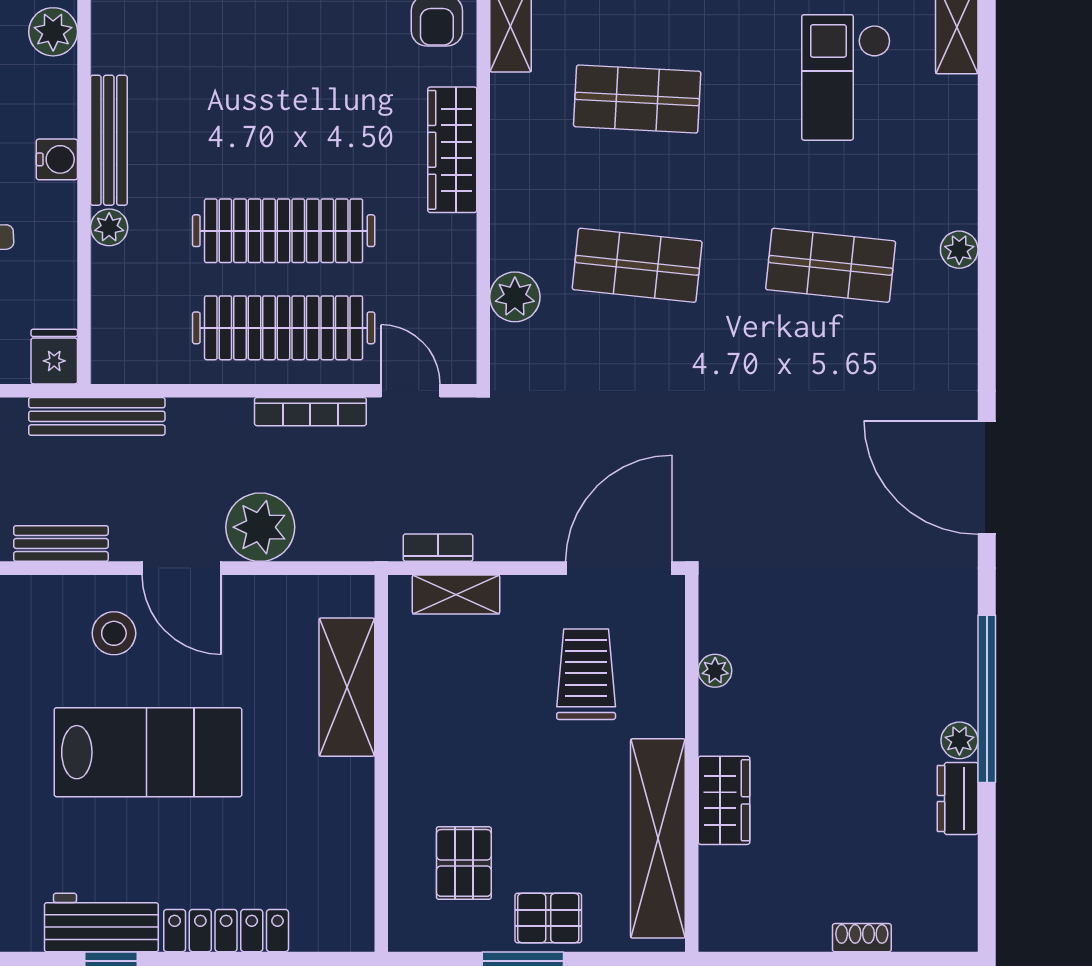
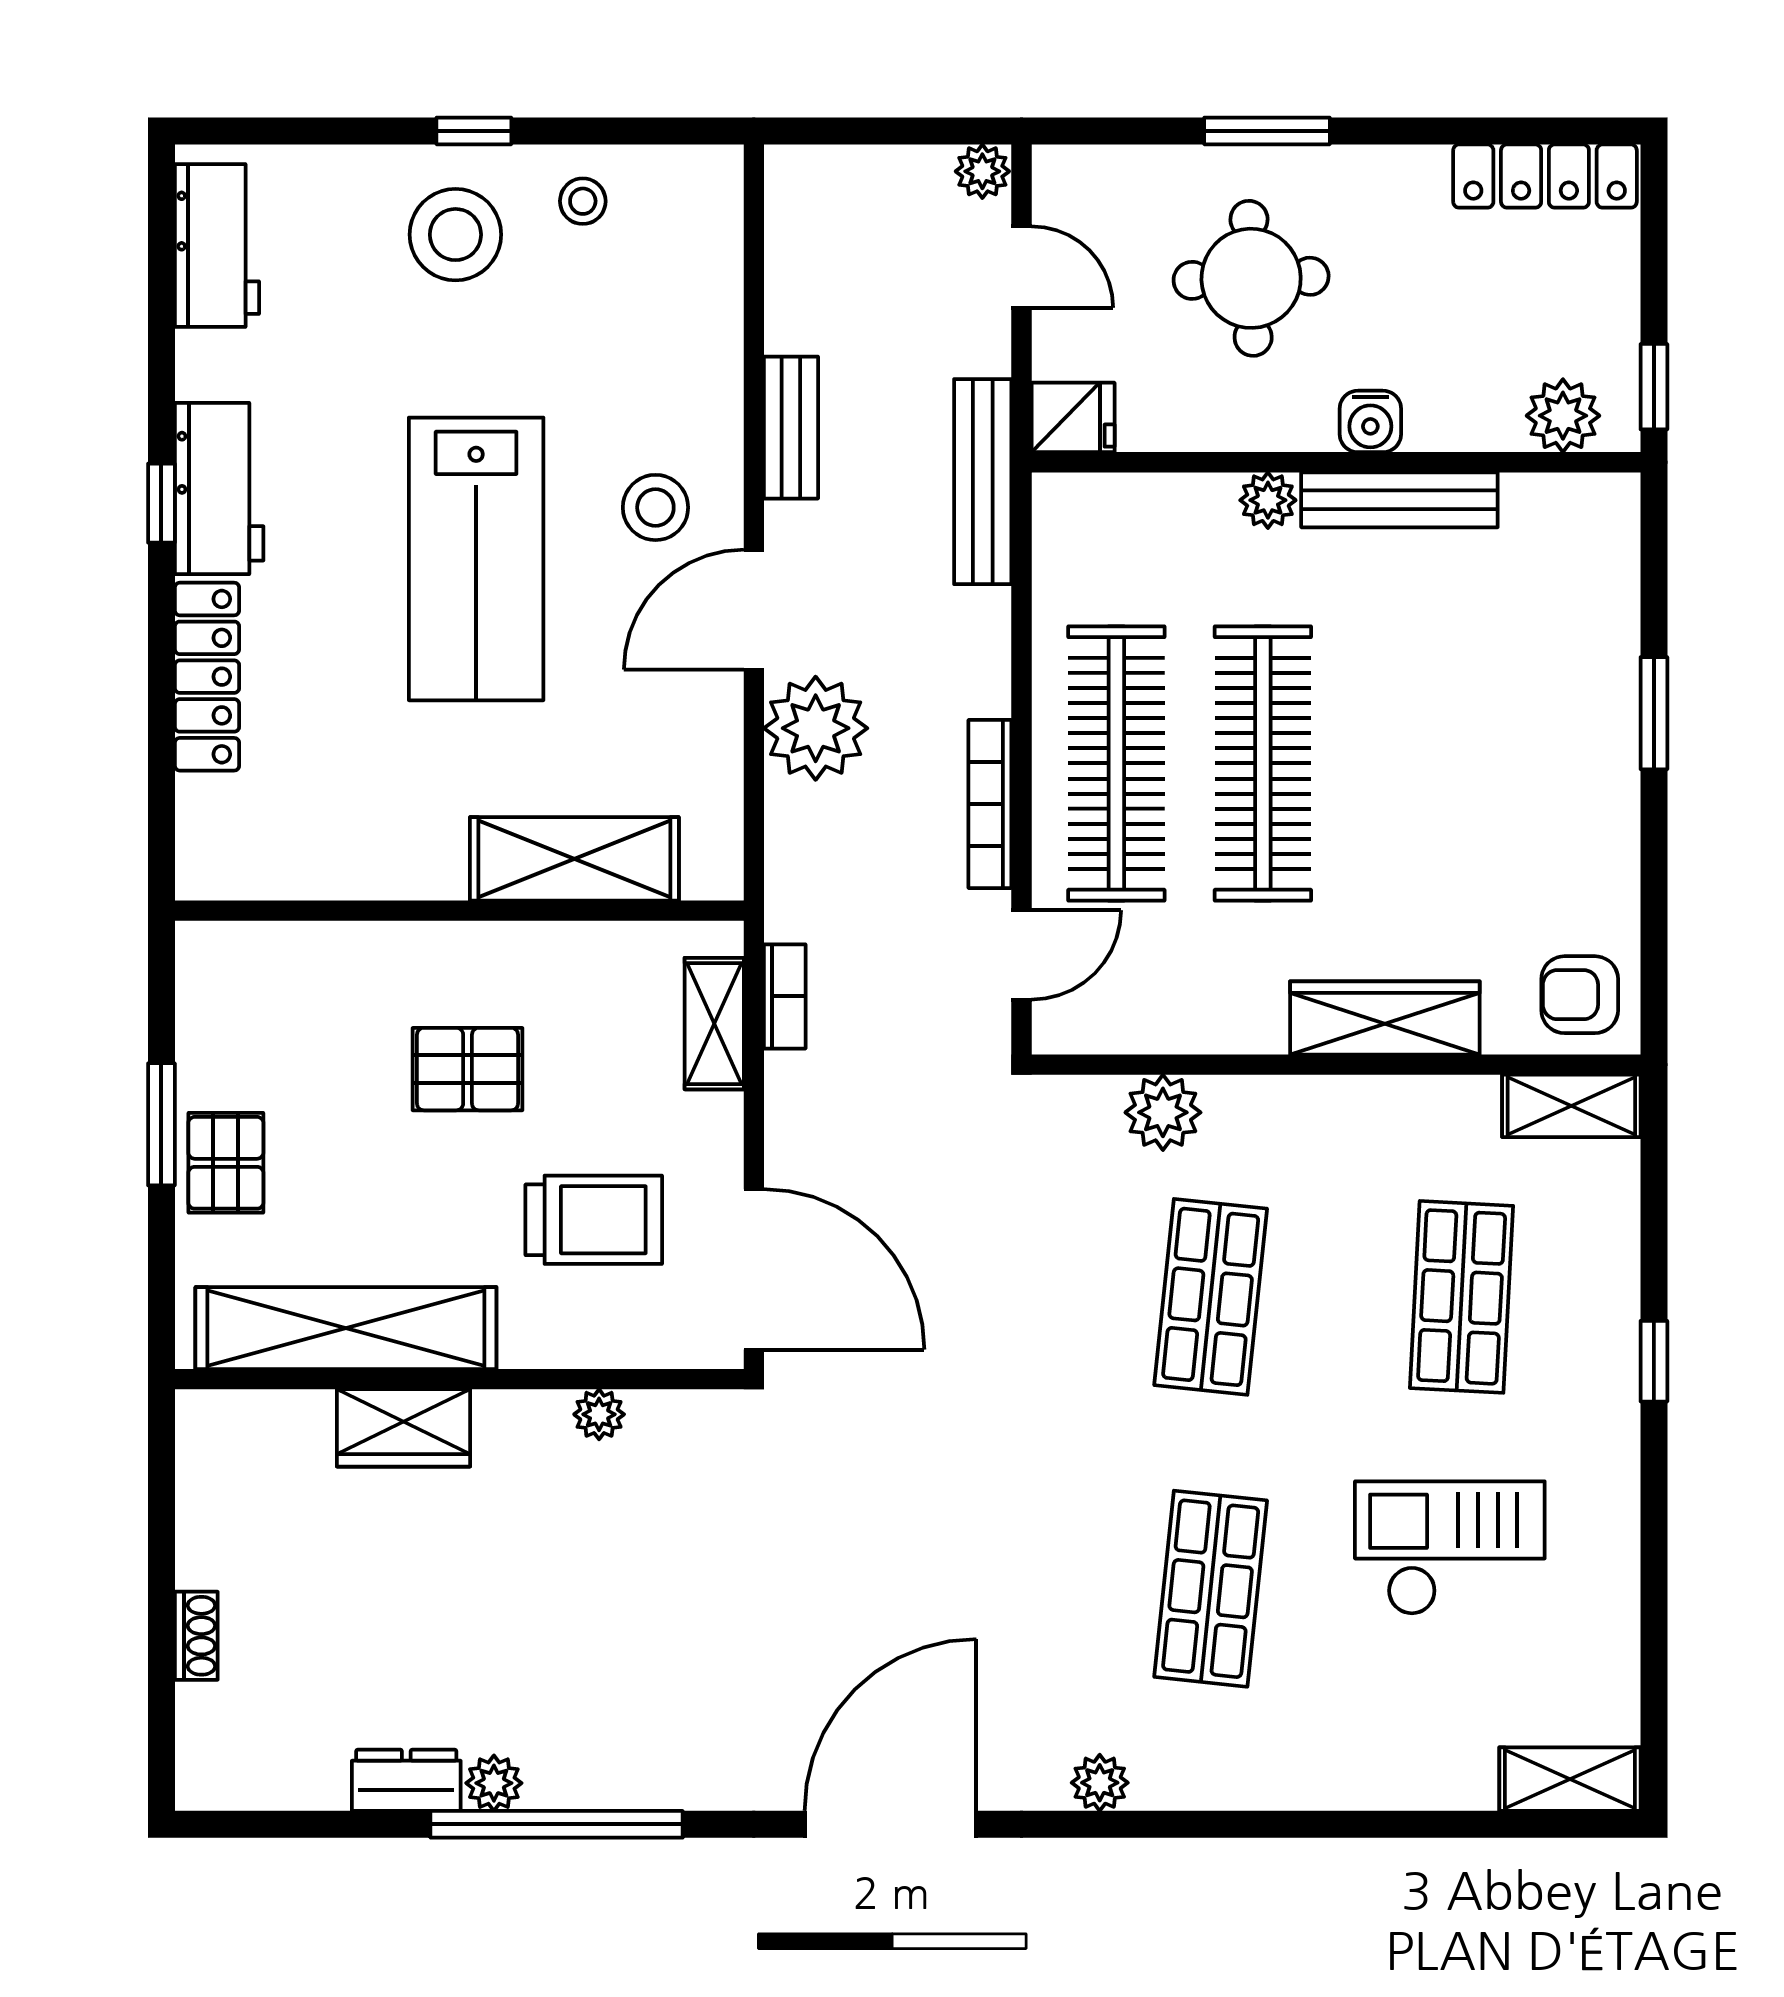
checkout: (846, 77) -> (1450, 1548), moved
plant: (959, 250) -> (1100, 1783), moved
pallet: (464, 863) -> (468, 1069), moved

